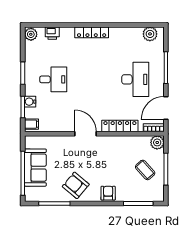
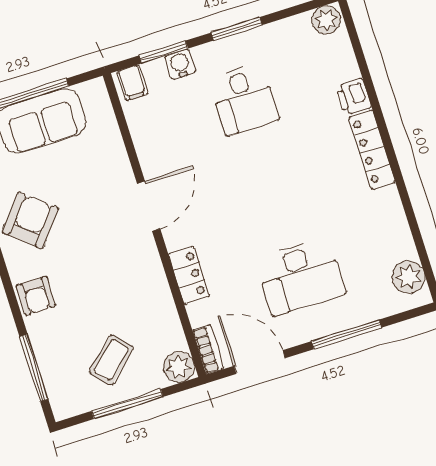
printer: (52, 33) -> (354, 97), moved
locker: (120, 126) -> (189, 275), width x0.66
armchair: (108, 193) -> (36, 296), turned 90

